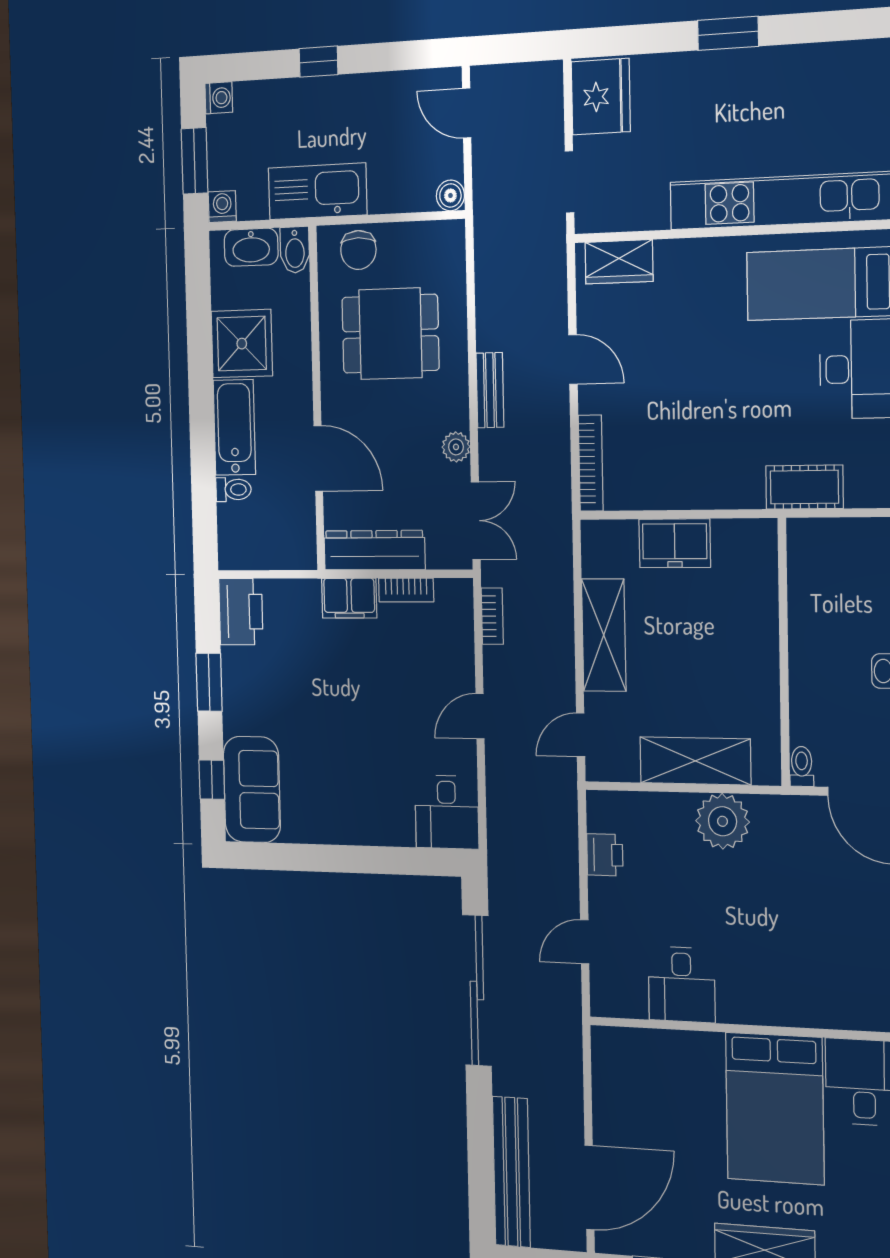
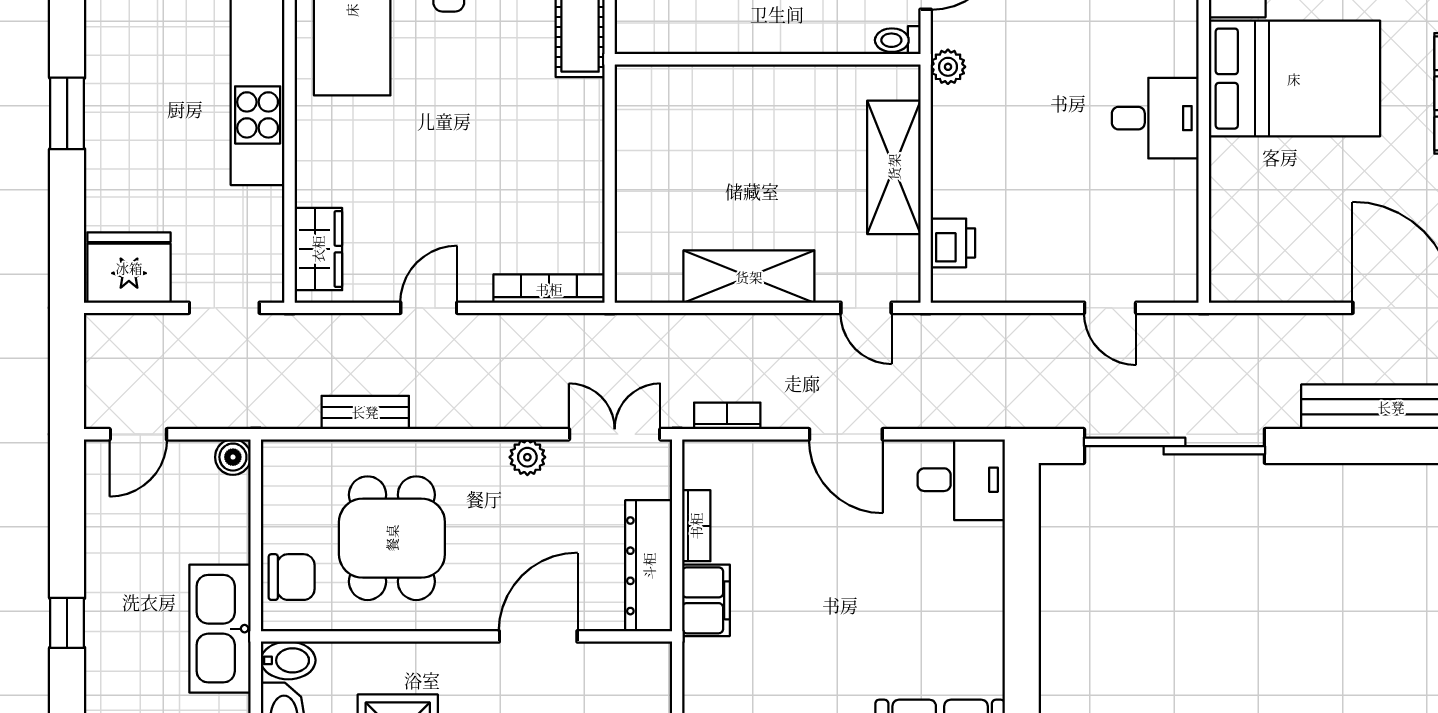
bench: (490, 390) -> (365, 412), moved
freezer: (675, 543) -> (643, 188), removed
door: (480, 716) -> (846, 434), width x1.38
plant: (723, 821) -> (948, 67), moved, width x0.53, depth x0.53
printer: (605, 855) -> (953, 243), moved, turned 90
desk: (682, 984) -> (1155, 118), moved

